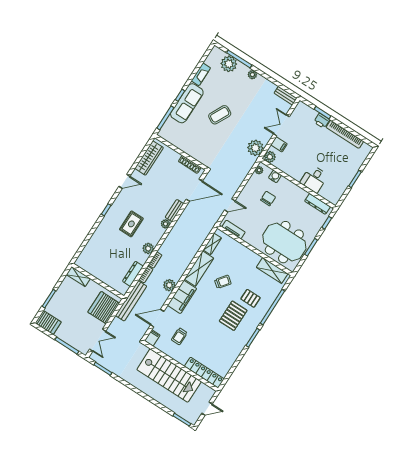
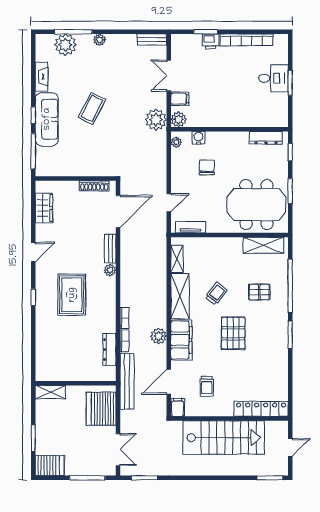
wardrobe: (149, 158) -> (44, 208), width x0.67
desk: (314, 179) -> (273, 78), moved, turned -90
rug: (131, 224) -> (72, 295), width x1.36, depth x1.43
plant: (148, 248) -> (108, 310), removed
pallet: (233, 316) -> (233, 333), moved

